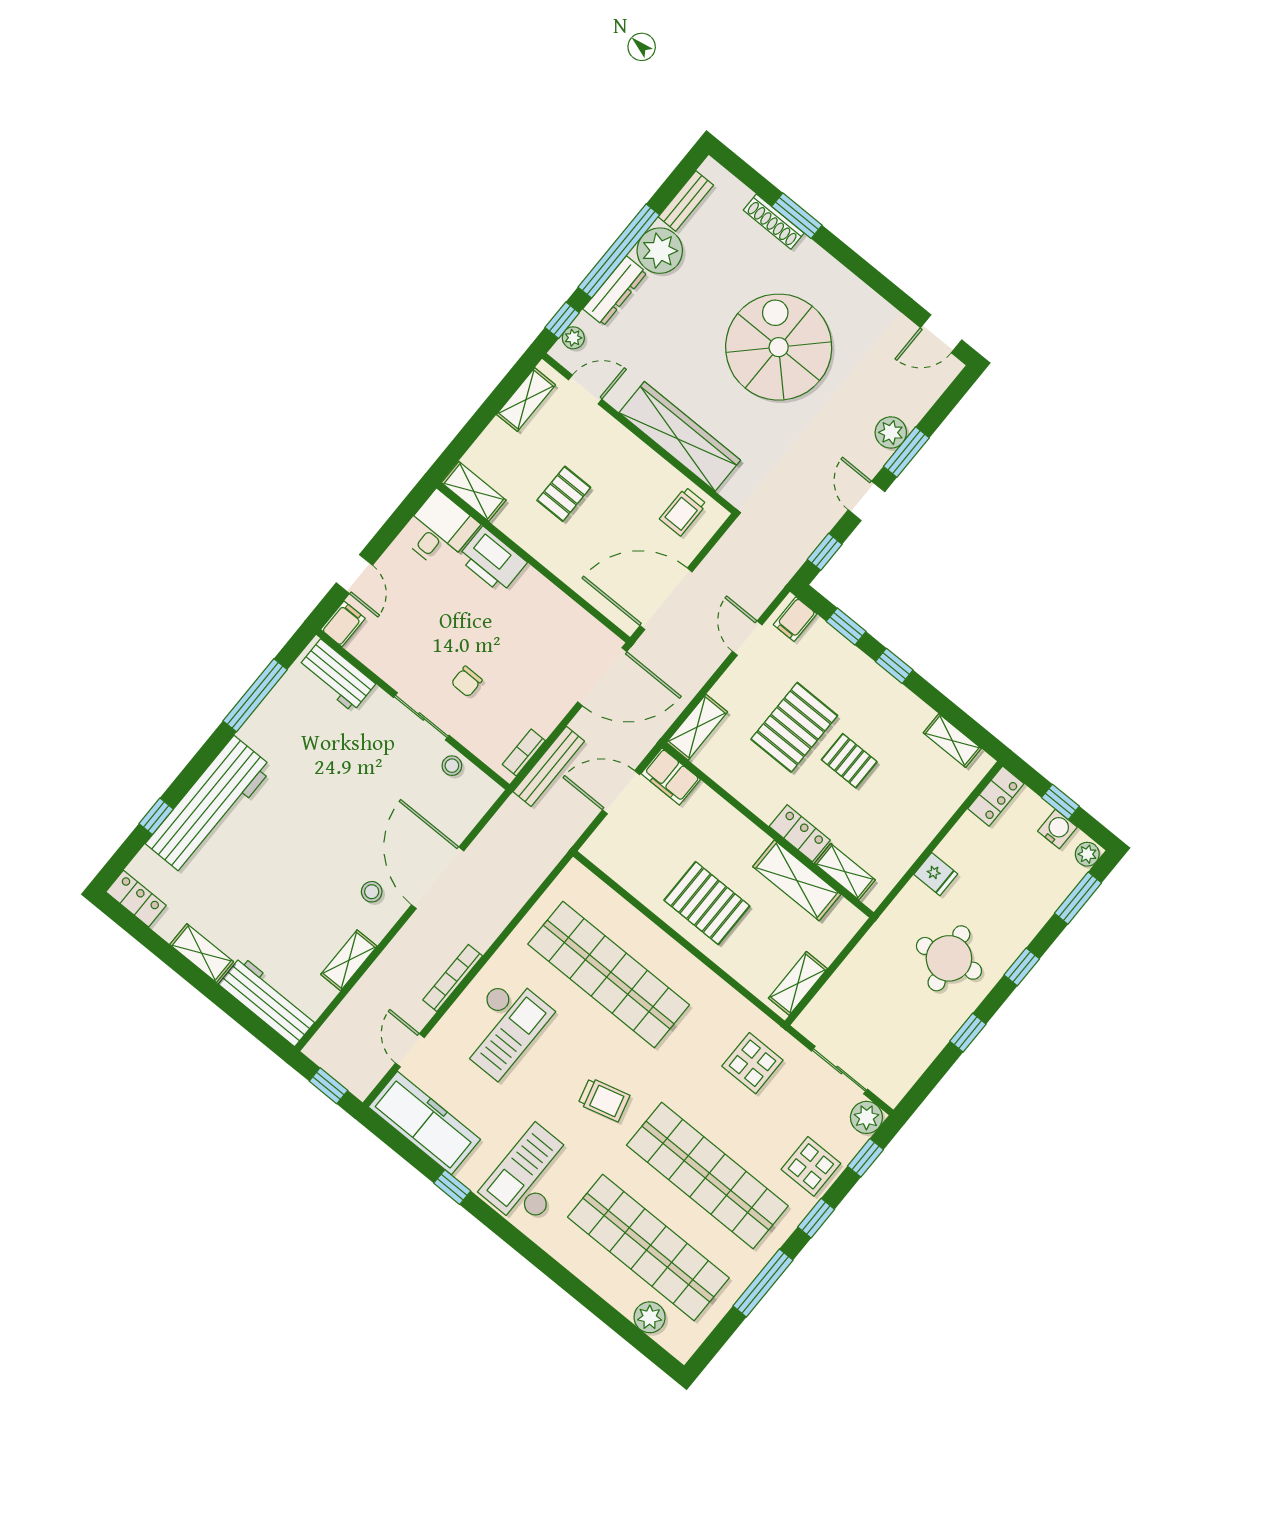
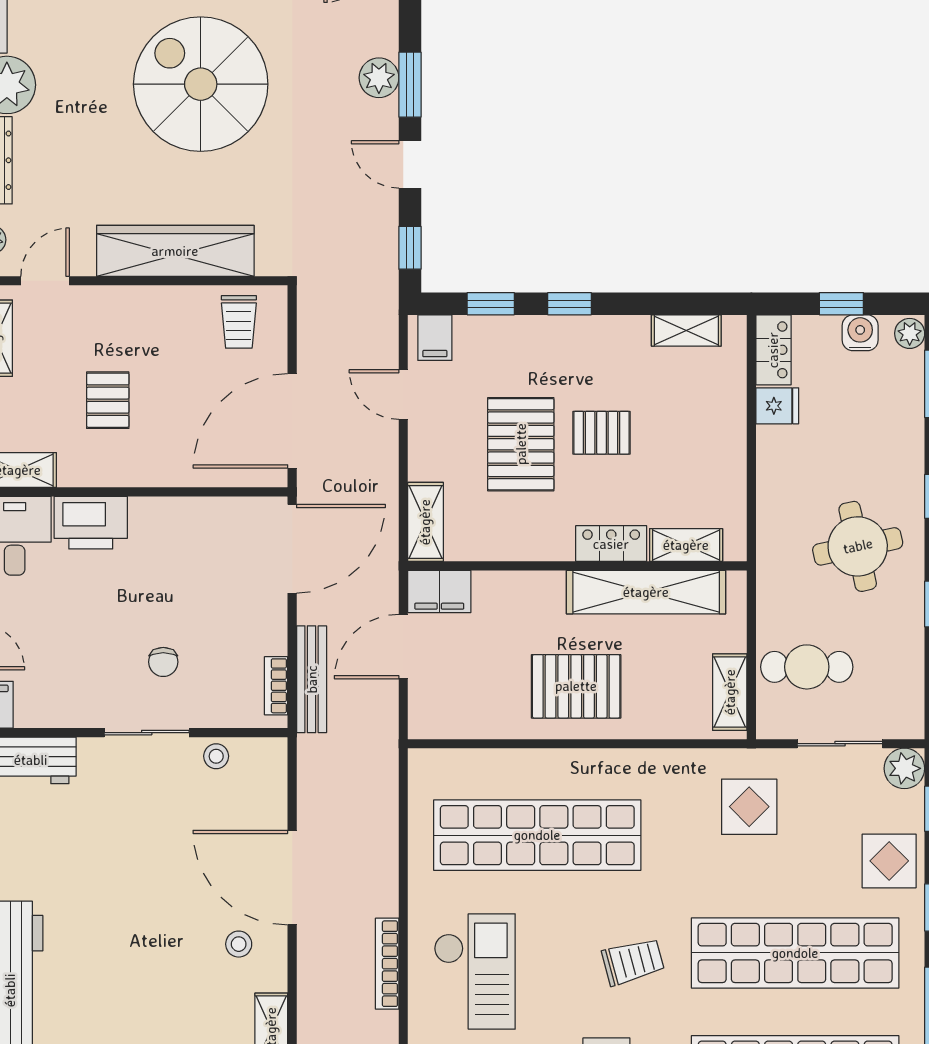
fridge: (936, 874) -> (777, 406), moved
shelving: (797, 880) -> (646, 592), width x1.47
cafe table: (858, 1007) -> (807, 667), added

